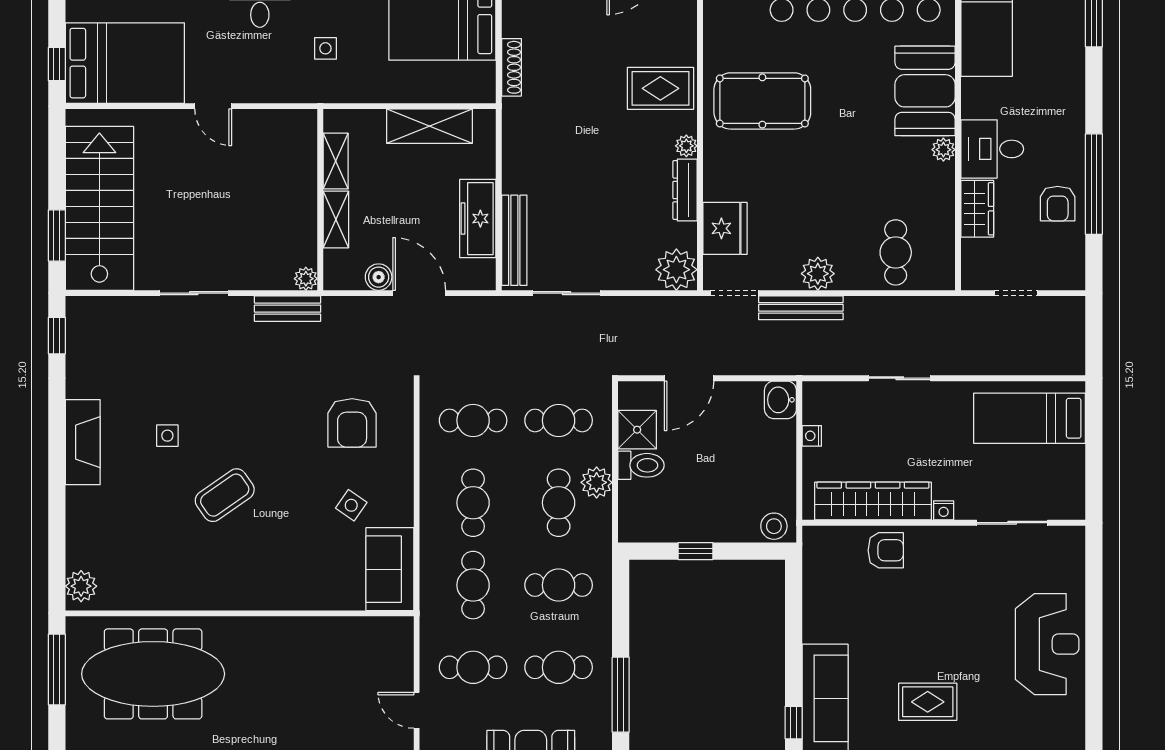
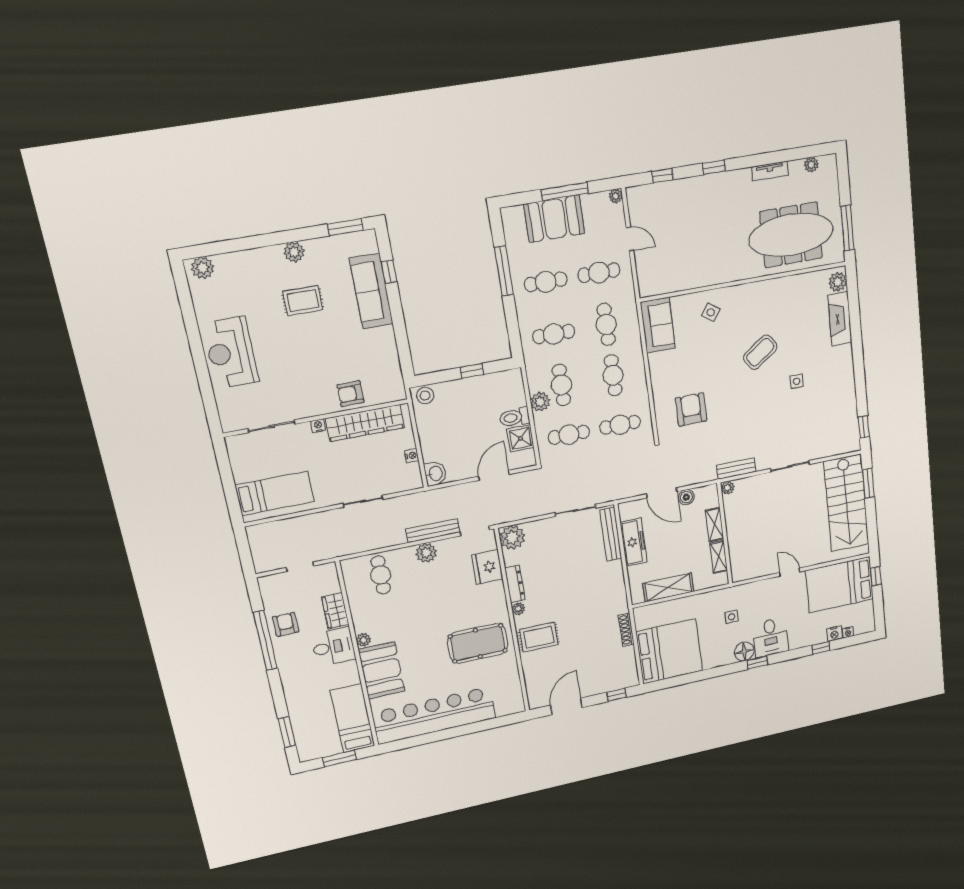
fireplace: (83, 442) -> (840, 319), moved
side table: (351, 505) -> (711, 312), moved

